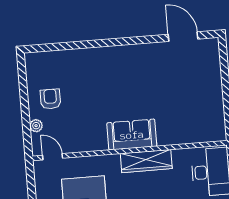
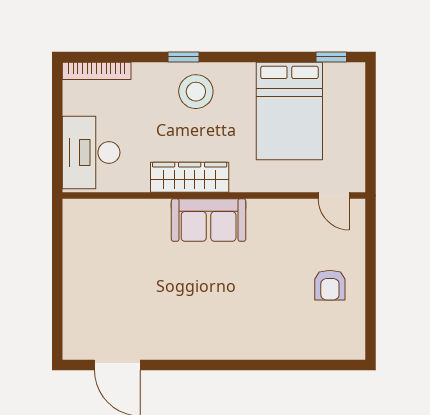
plant: (36, 126) -> (355, 246), removed

